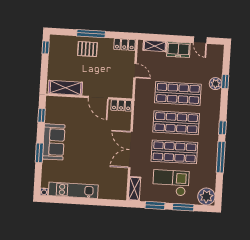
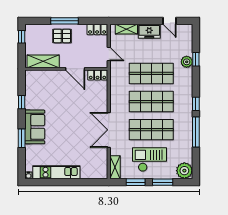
shelving: (65, 88) -> (43, 61), moved
wall: (89, 97) -> (66, 69), moved
door: (98, 98) -> (75, 69), moved
locker: (121, 105) -> (97, 75), moved

